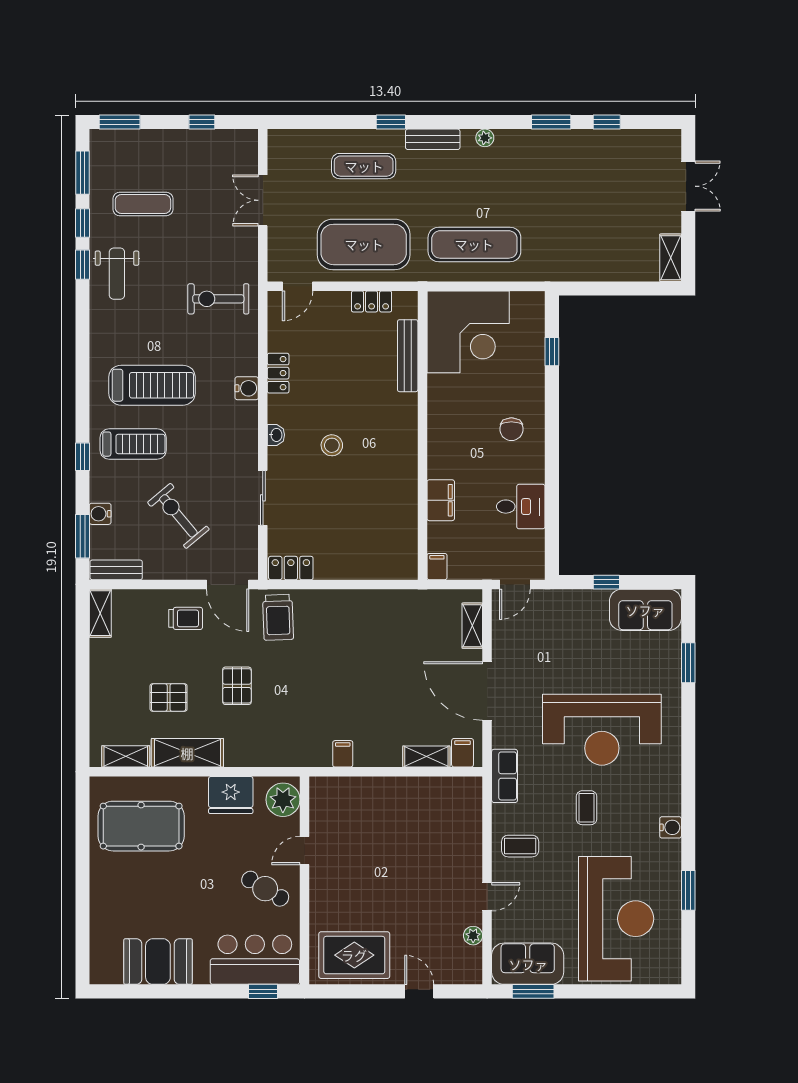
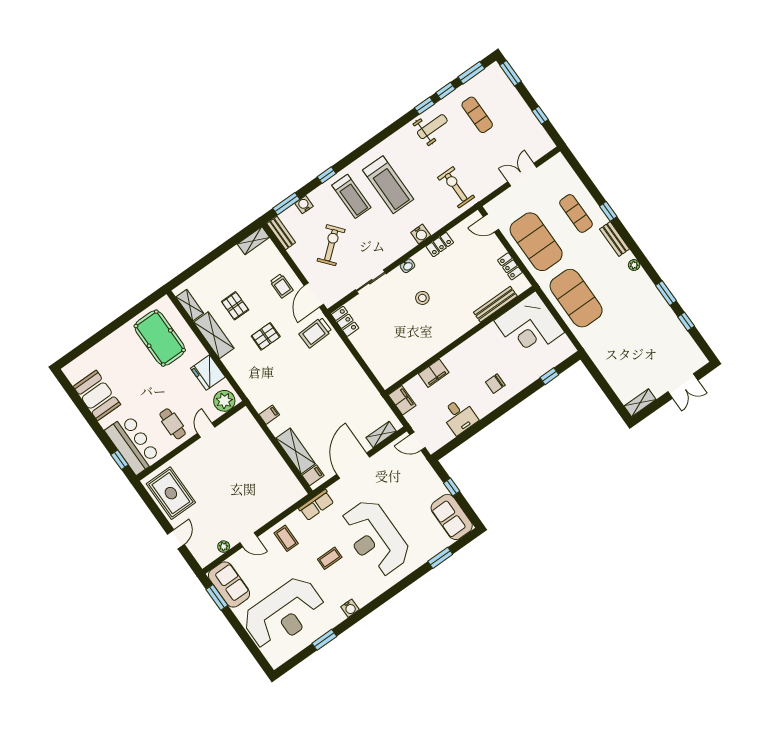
exercise mat: (474, 244) -> (576, 298), width x1.47
weight bench: (117, 274) -> (432, 127), turned 180
filing cabinet: (437, 567) -> (402, 400), width x2.00
shelving: (426, 756) -> (296, 451), width x1.50, depth x1.33
door: (304, 851) -> (206, 430), hinge flipped
cafe table: (265, 889) -> (173, 424), turned -31

